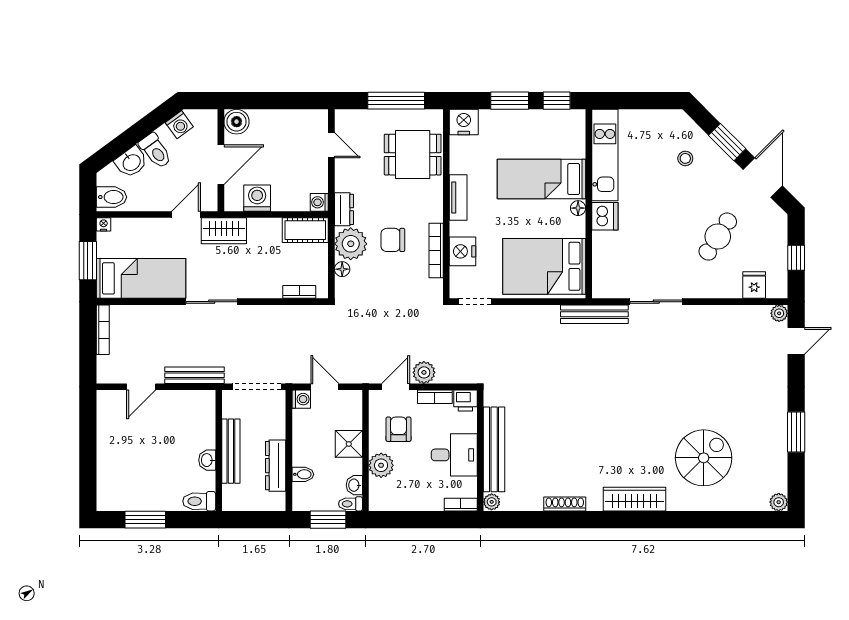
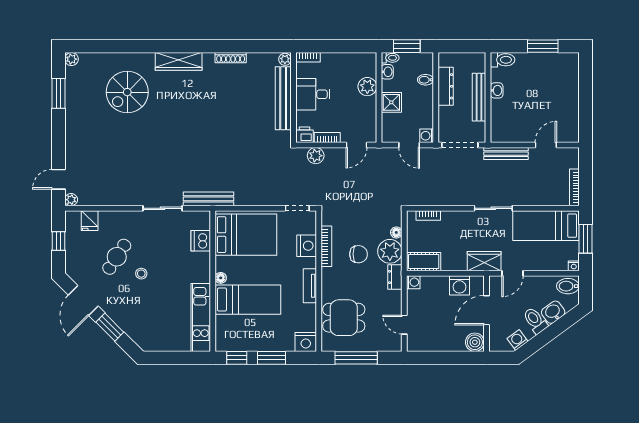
stool: (685, 158) -> (141, 274), moved
dishwasher: (605, 216) -> (201, 241), moved
plant: (424, 372) -> (316, 156), moved
armchair: (398, 429) -> (354, 113), removed
window: (796, 432) -> (58, 93), moved

